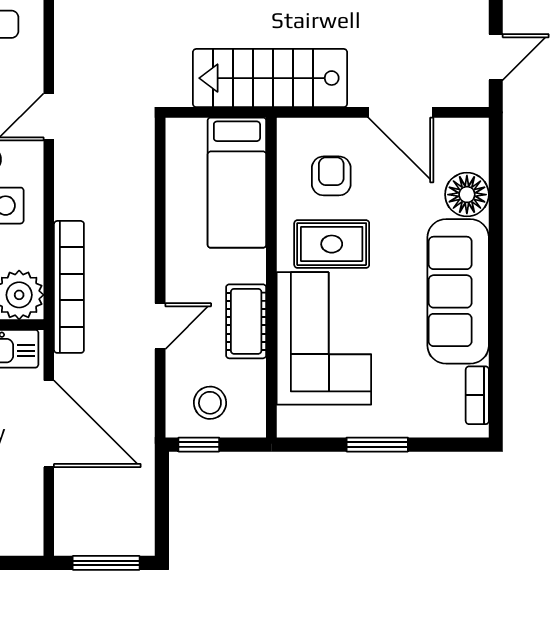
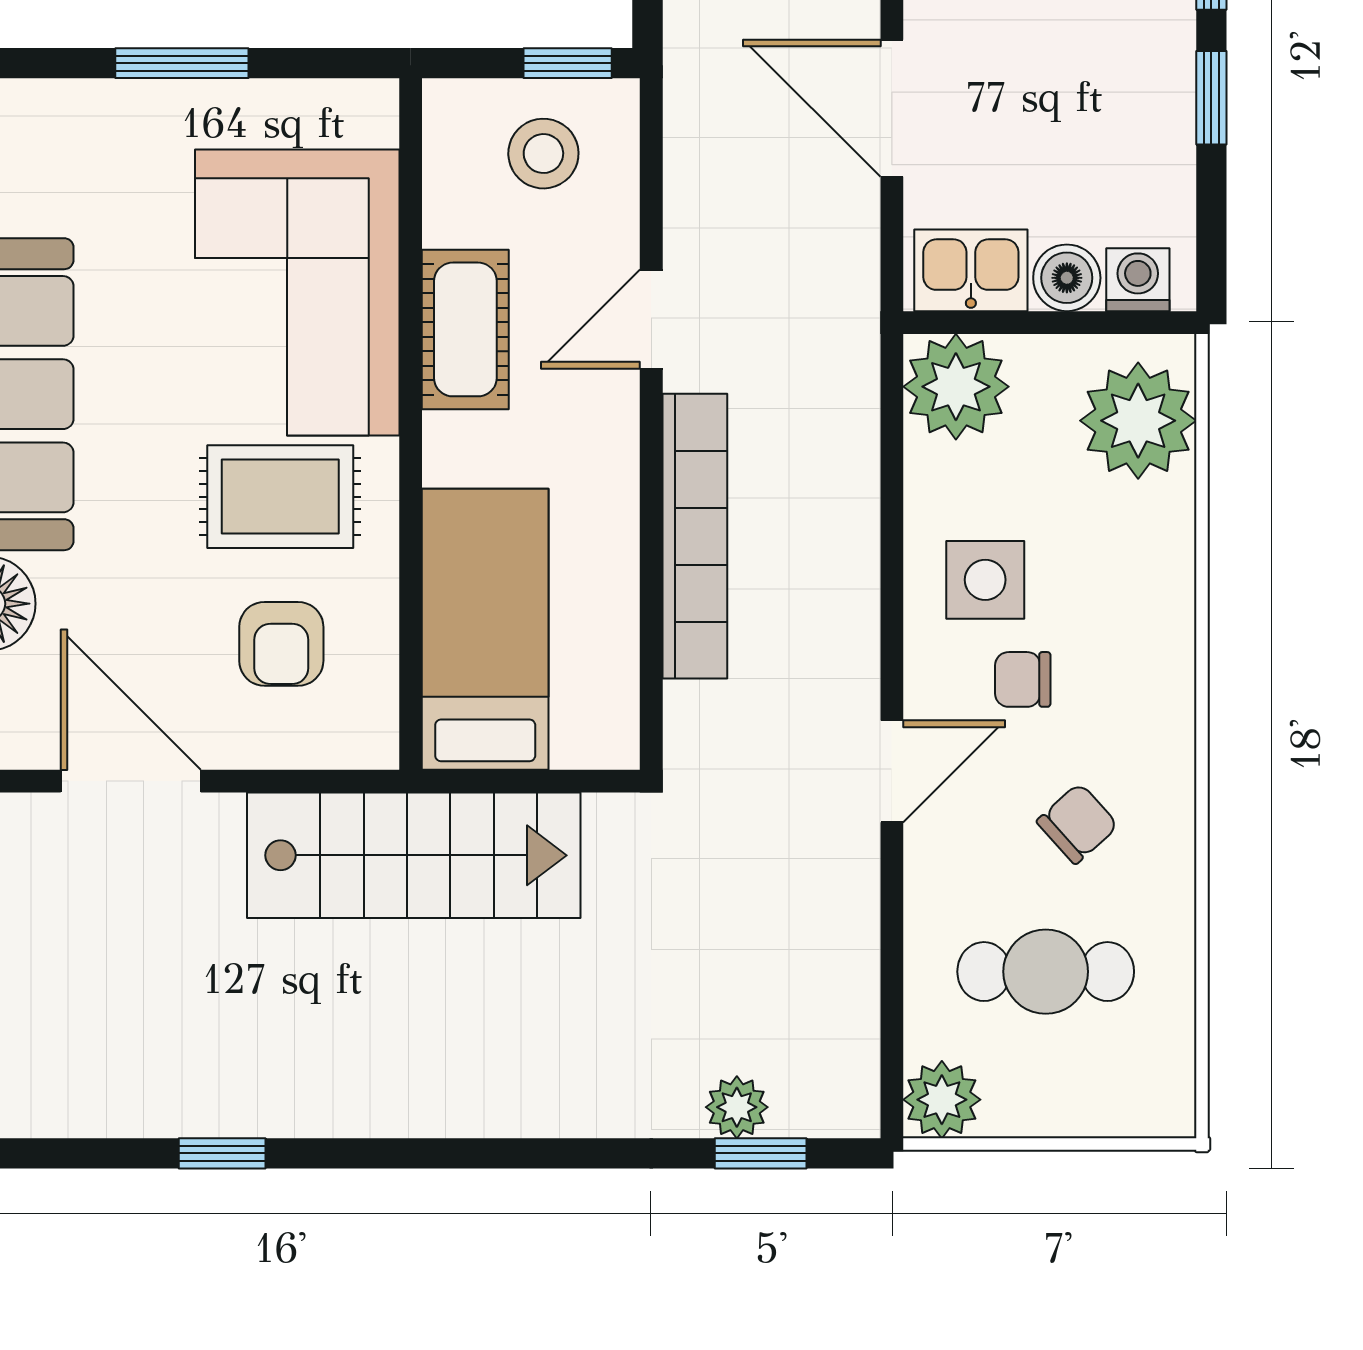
bookcase: (69, 287) -> (695, 536), moved, turned 180
door: (49, 424) -> (892, 108), width x0.73

